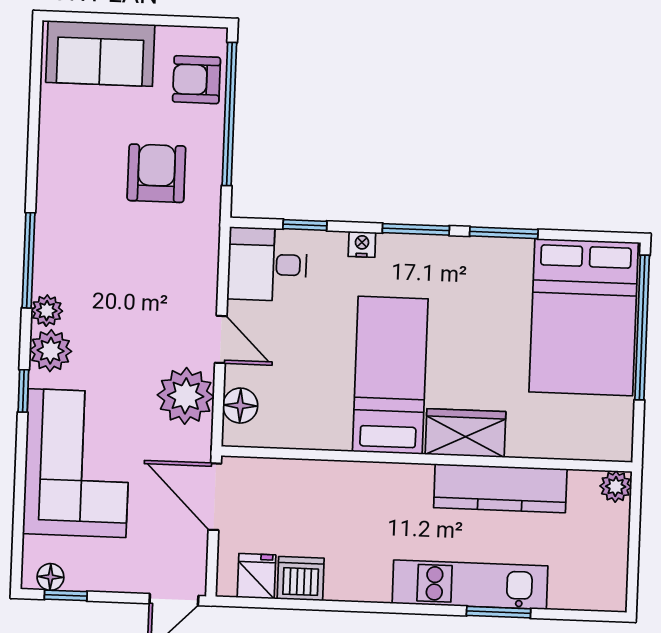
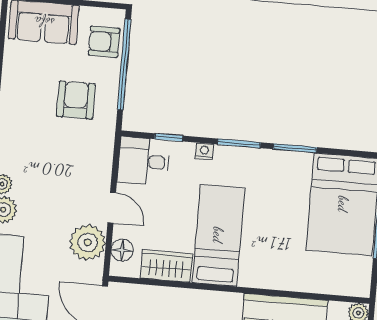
wardrobe: (466, 433) -> (166, 266), moved

